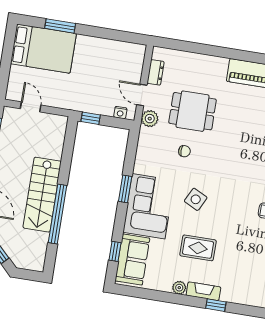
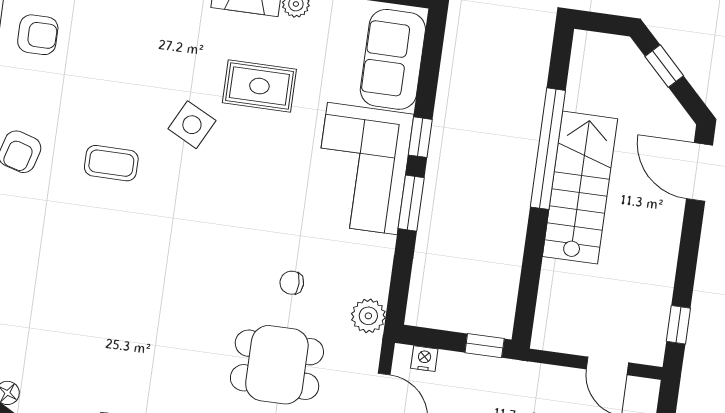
plant: (150, 119) -> (368, 316), moved
side table: (196, 199) -> (192, 125), moved
window: (115, 251) -> (420, 137), moved

